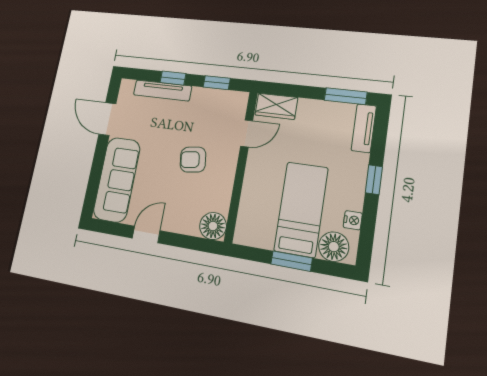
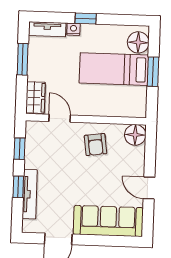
window: (346, 96) -> (23, 59), moved
armchair: (193, 160) -> (95, 145), moved
nightstand: (353, 220) -> (73, 29), moved

